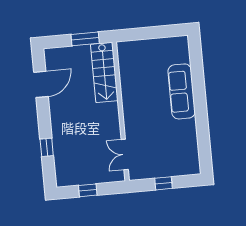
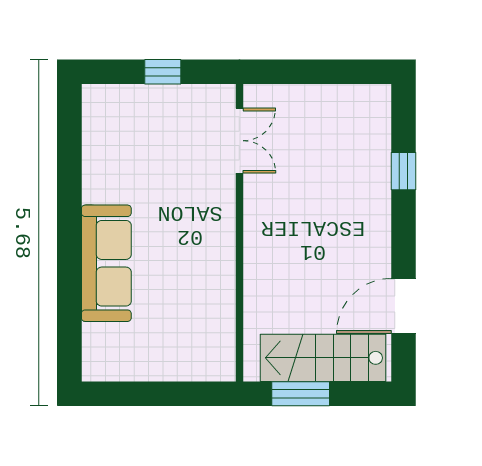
stairs: (104, 72) -> (323, 358), moved, turned -90
window: (88, 190) -> (325, 72), removed

